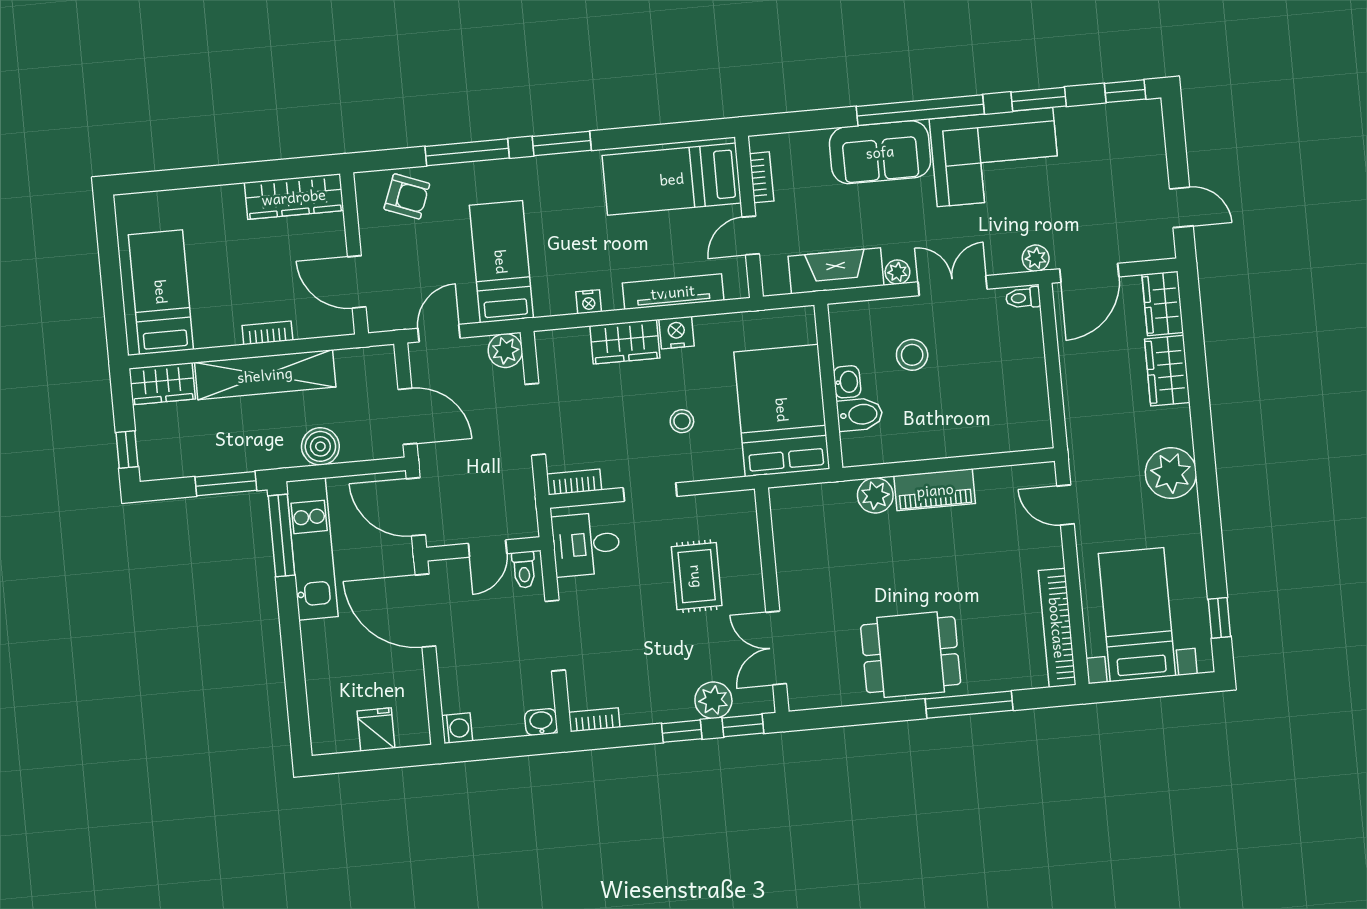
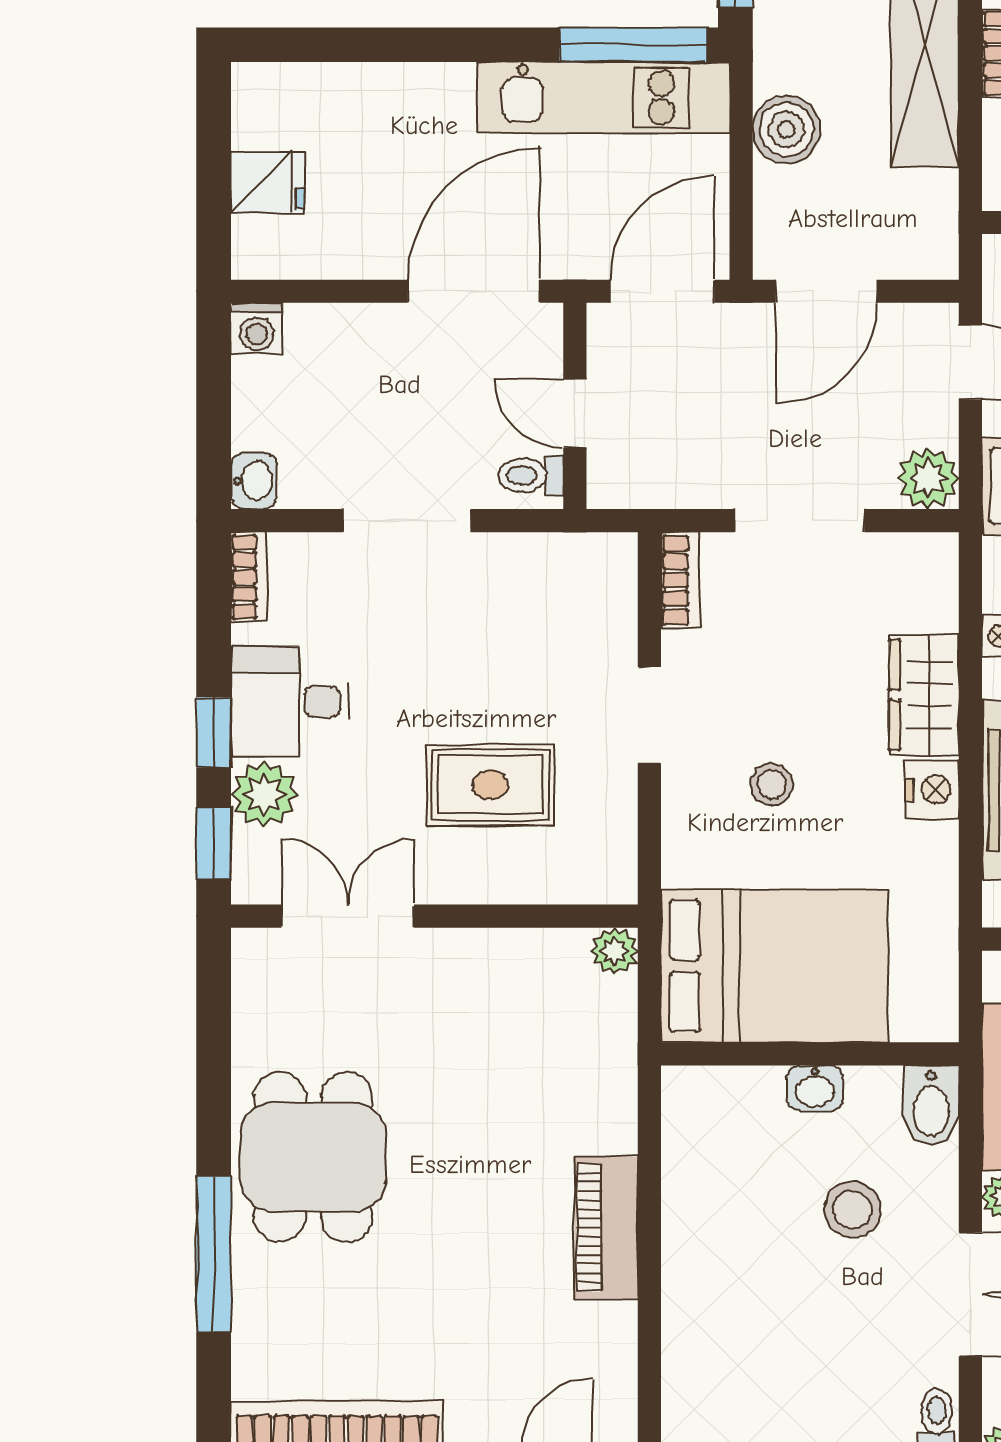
bidet: (860, 414) -> (931, 1106), moved
plant: (875, 495) -> (615, 951), moved, width x0.73, depth x0.73
desk: (586, 544) -> (290, 702), moved, turned -90

